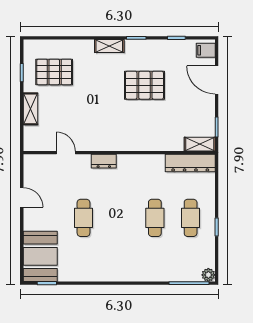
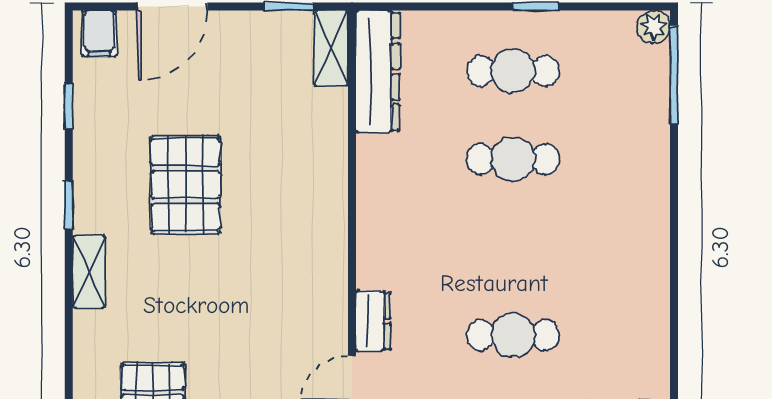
dresser: (104, 161) -> (373, 321), moved

